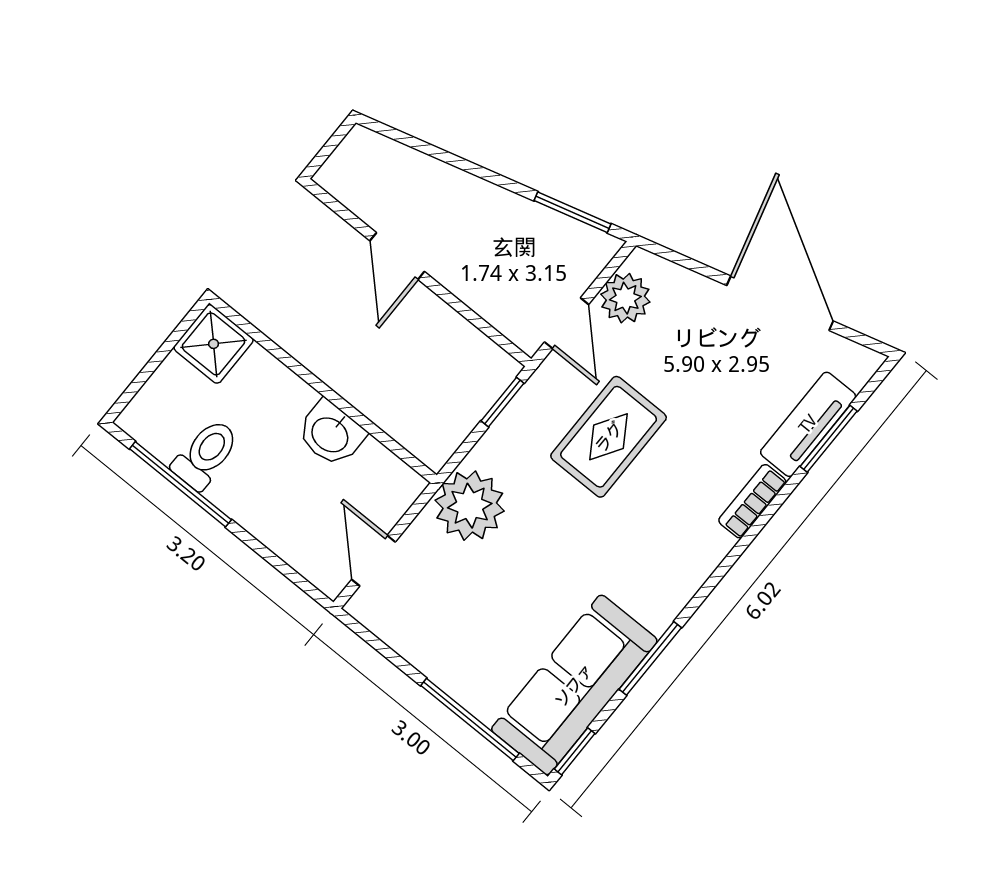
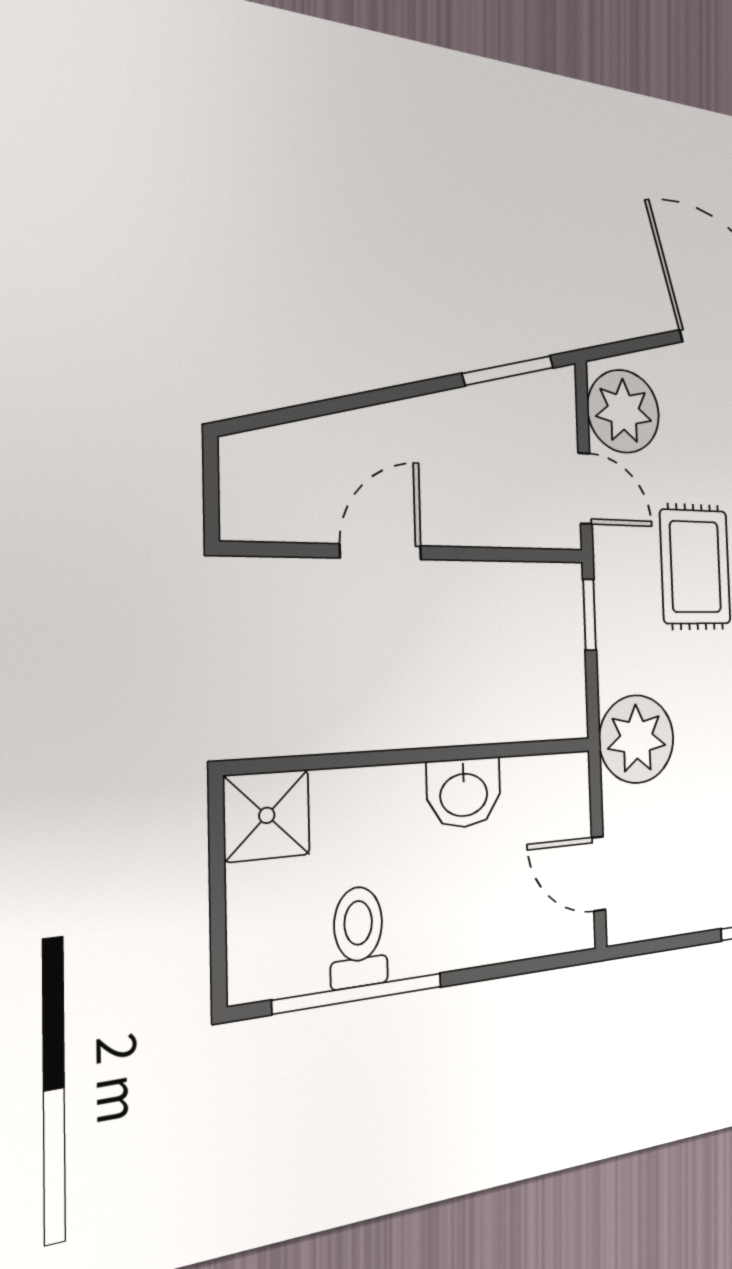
door: (397, 256) -> (381, 552), swing flipped
plant: (625, 298) -> (624, 411), width x1.36, depth x1.36

